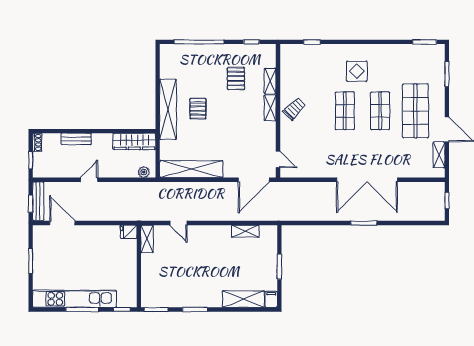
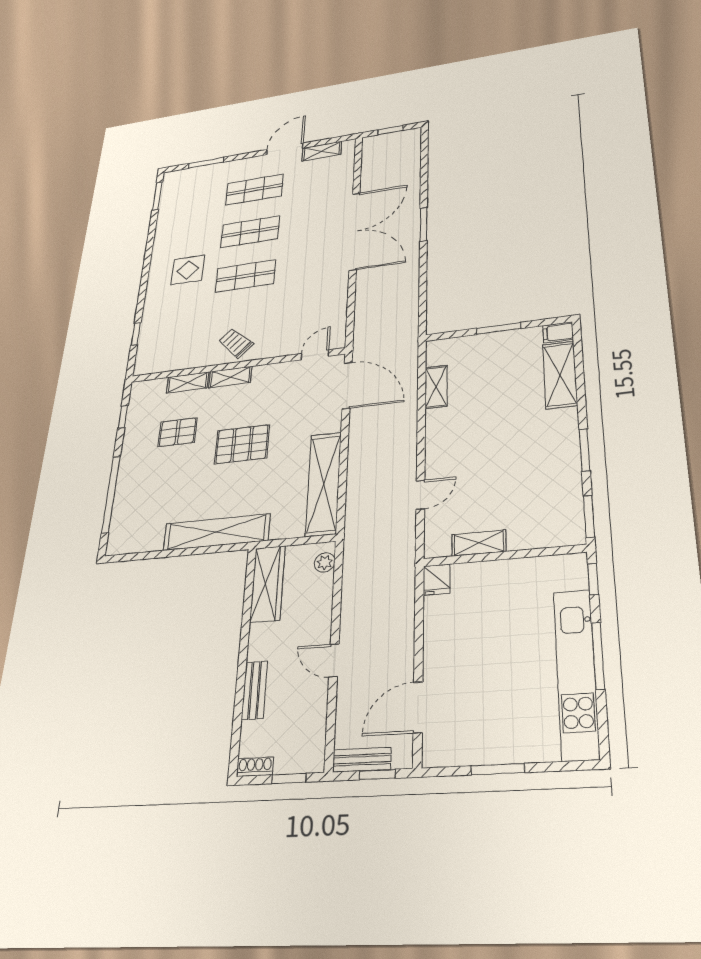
pallet: (198, 109) -> (242, 444), moved, width x1.50, depth x1.42
shop shelf: (415, 111) -> (254, 190), width x0.70, depth x0.74
bench: (38, 201) -> (362, 760), width x0.73
shelving: (147, 239) -> (479, 543), moved

